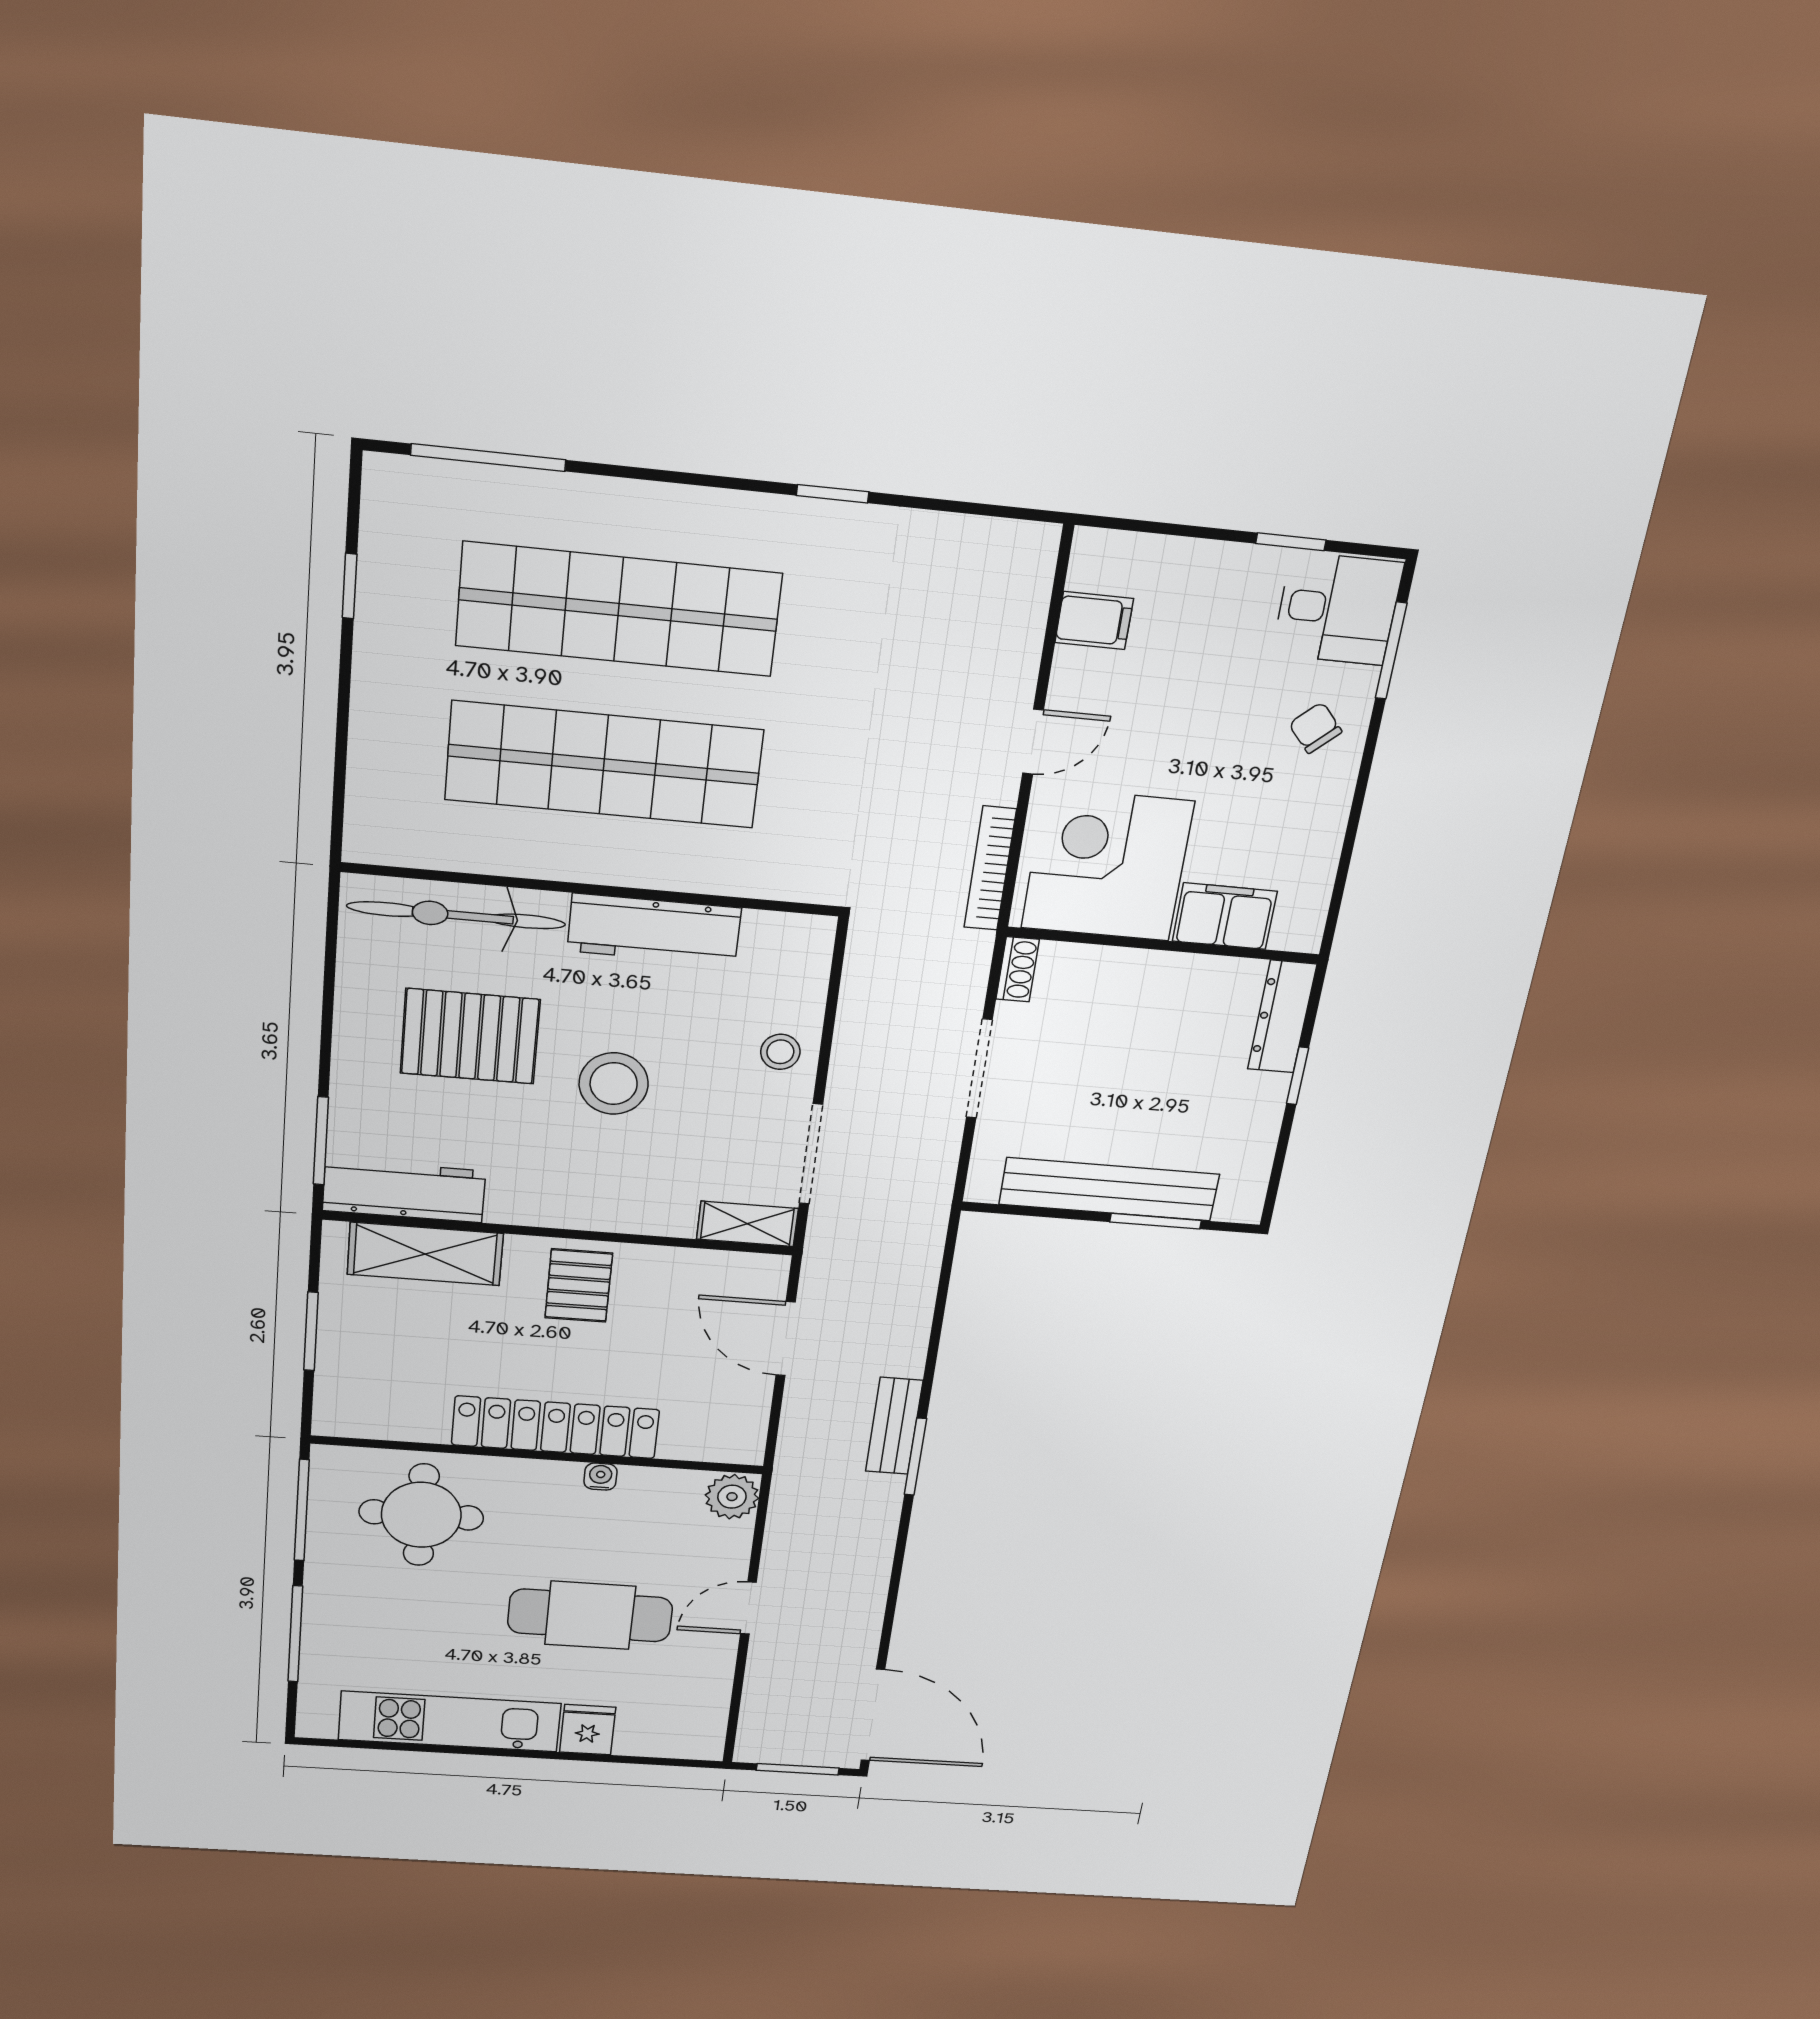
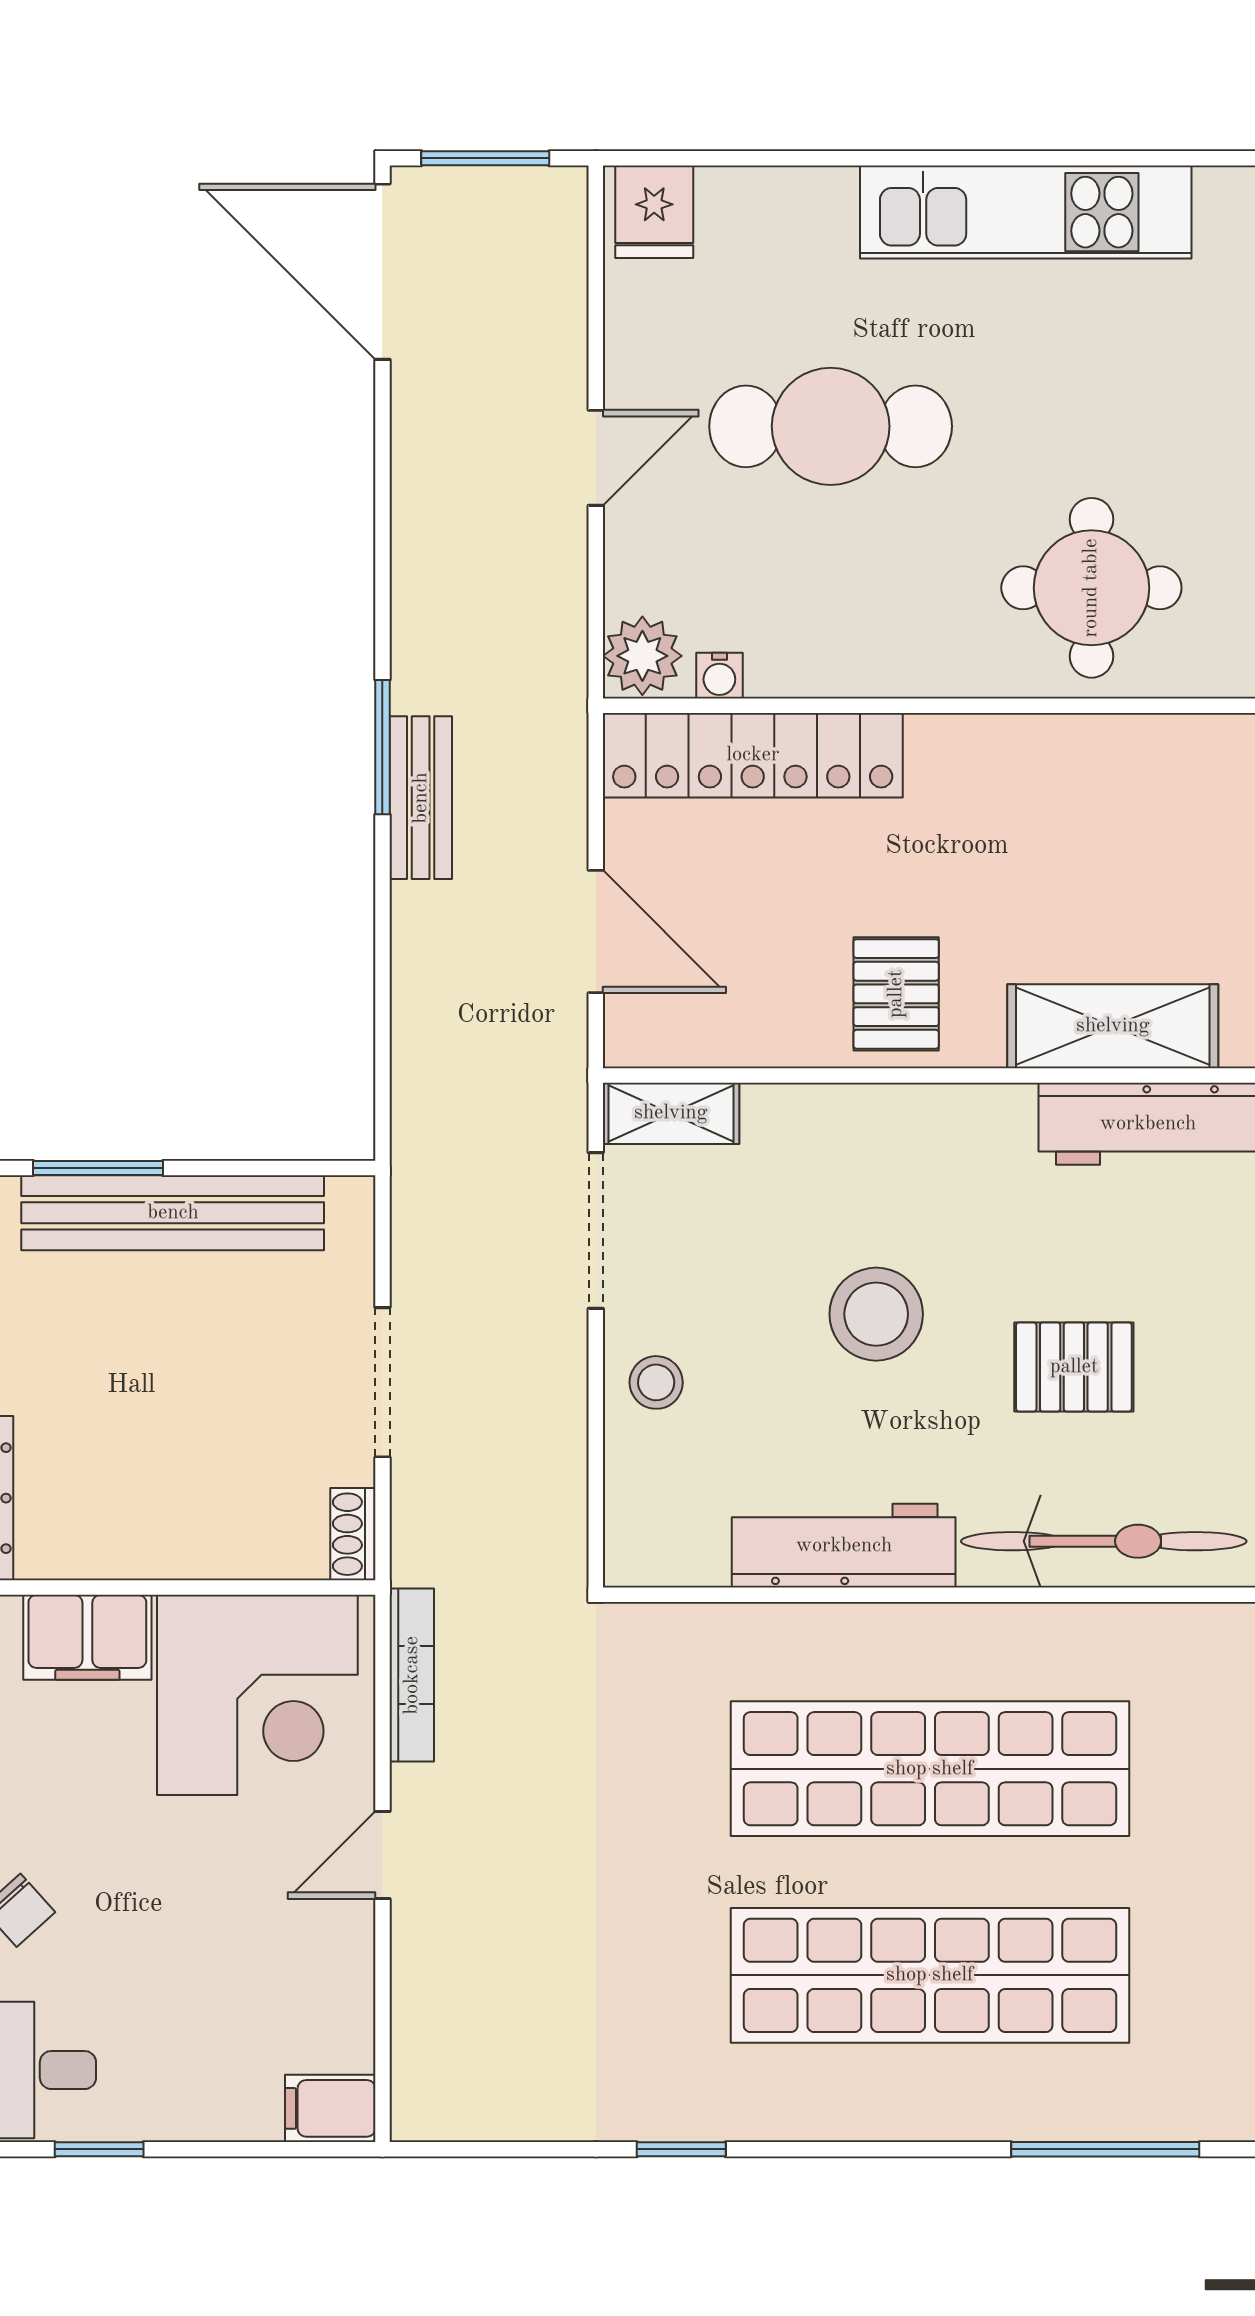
filing cabinet: (1094, 621) -> (330, 2108), moved
pallet: (470, 1036) -> (1074, 1367), width x0.67, depth x0.71
locker: (555, 1427) -> (753, 755), moved
water cooler: (600, 1477) -> (719, 676), moved
fridge: (588, 1730) -> (654, 212), moved

